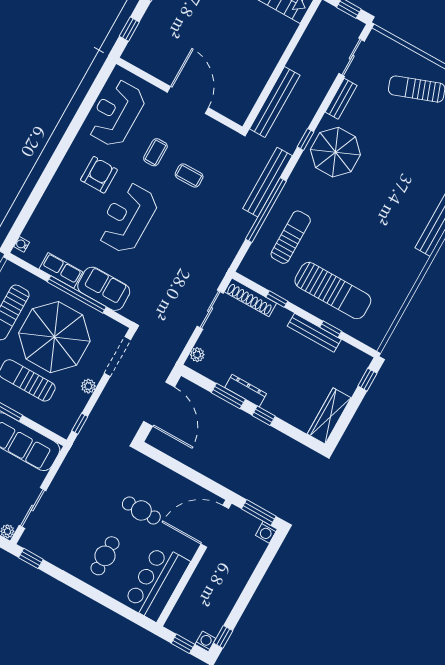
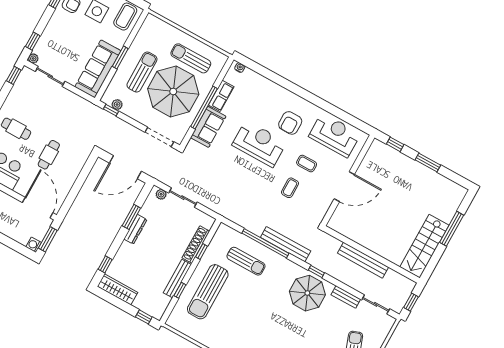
bench: (275, 102) -> (363, 260), moved
armchair: (99, 175) -> (290, 123), turned 90
shoe rack: (250, 297) -> (196, 244), moved
sliding door: (210, 310) -> (183, 198), moved
plant: (88, 386) -> (117, 105), moved
window: (264, 416) -> (105, 264), moved

